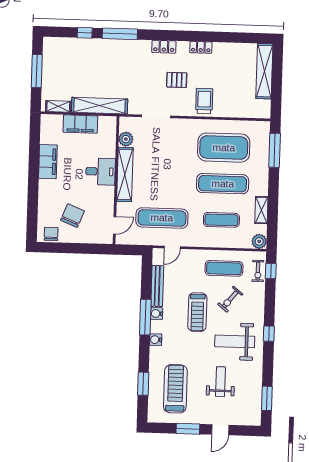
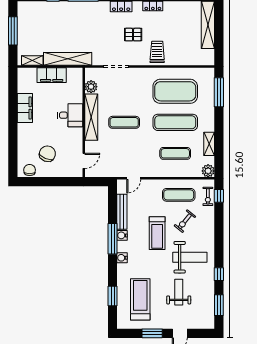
exercise mat: (162, 218) -> (124, 122), moved, width x0.73, depth x0.69
window: (269, 334) -> (219, 274), moved
weight bench: (235, 341) -> (190, 257), turned 180

